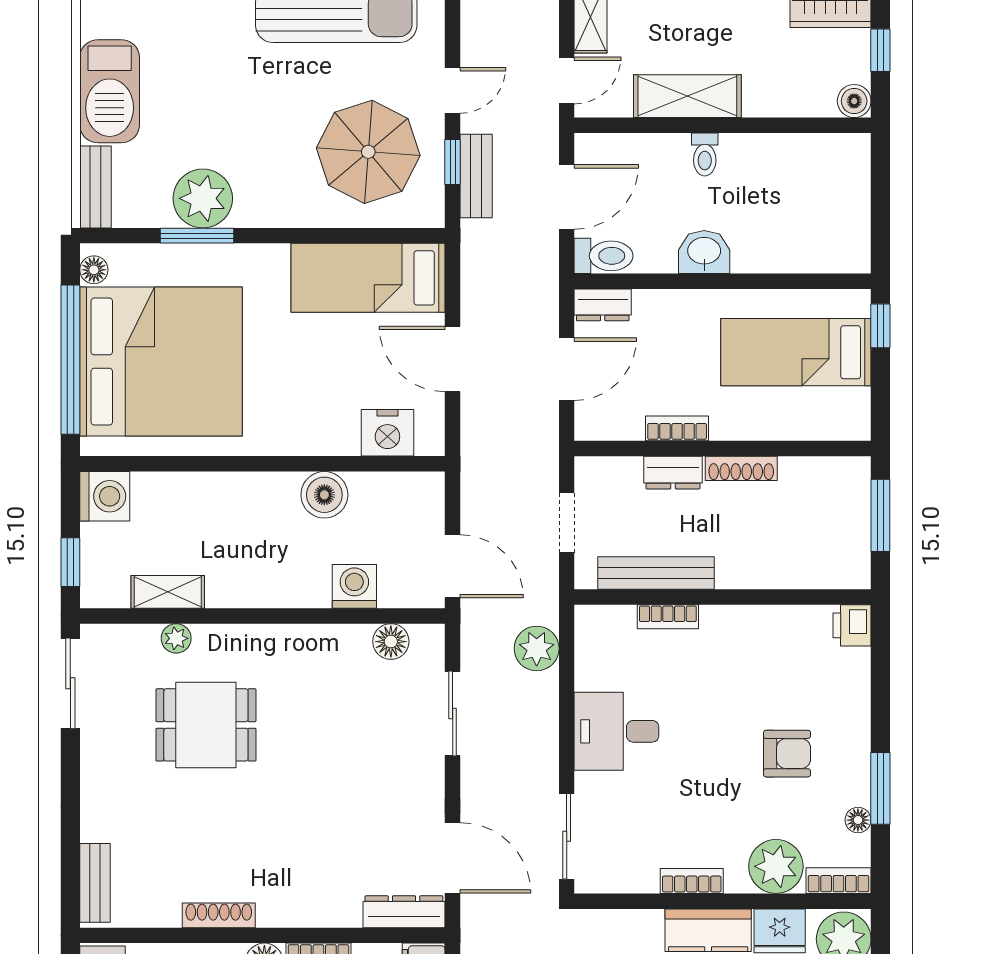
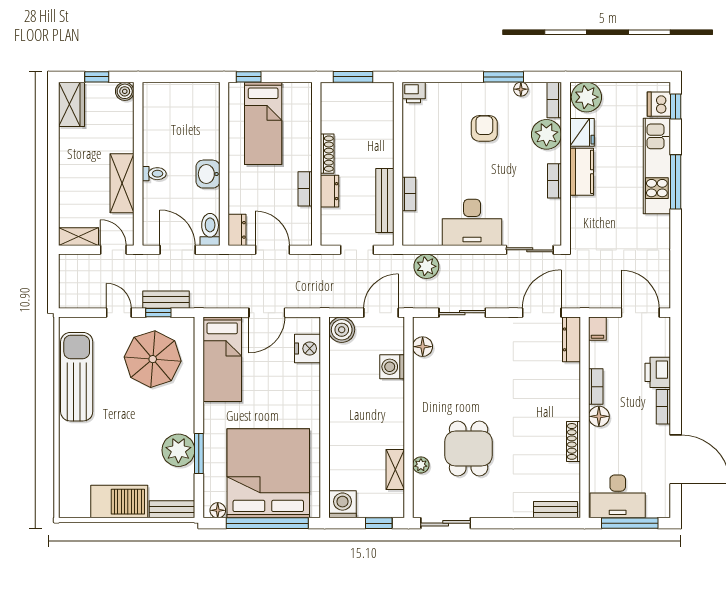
boiler: (324, 495) -> (342, 330), moved
desk: (616, 731) -> (472, 222), width x1.37

